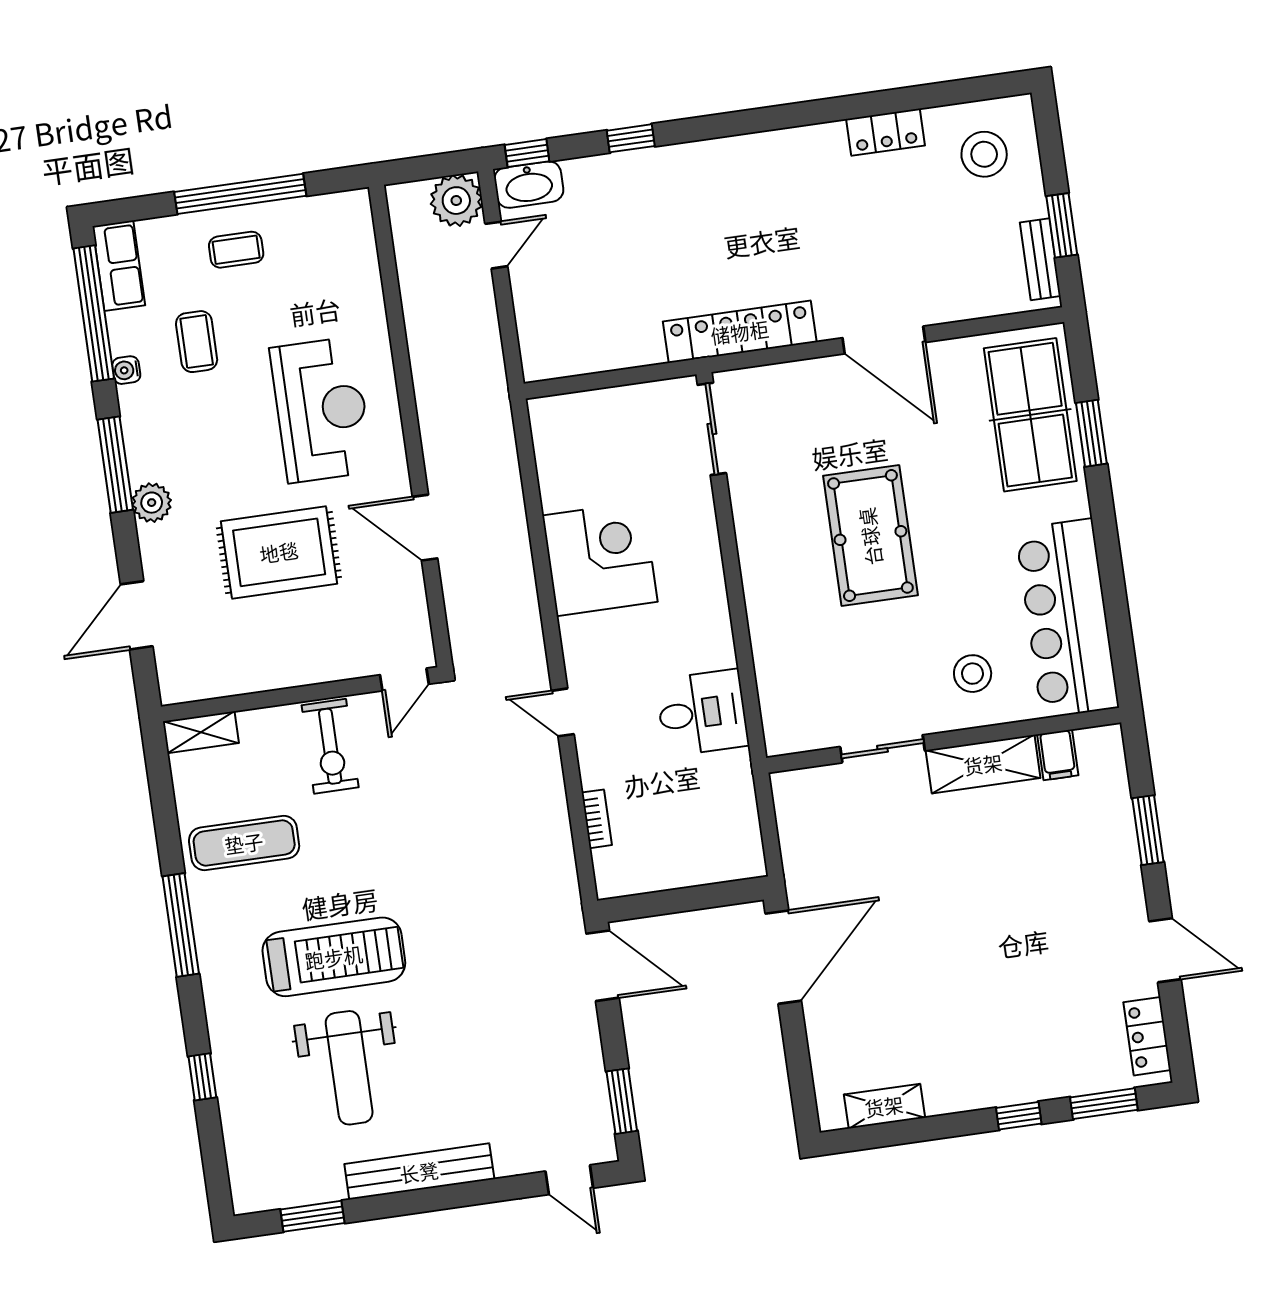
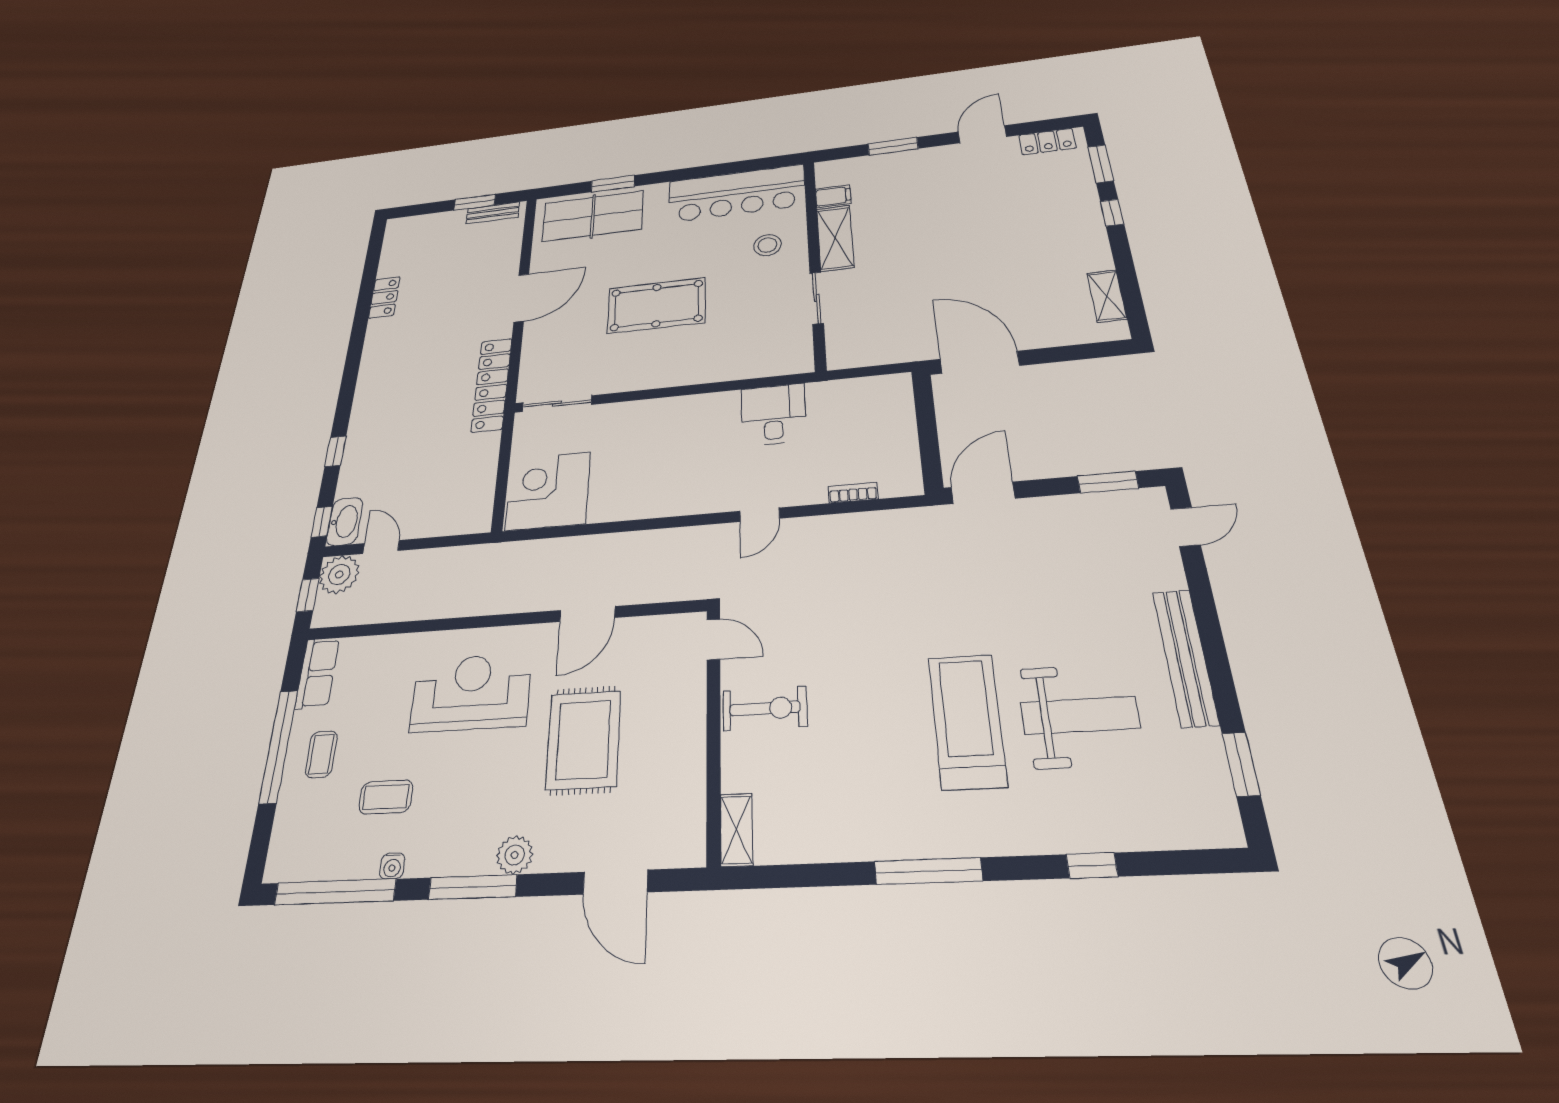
stool: (984, 154) -> (417, 244), removed
window: (427, 167) -> (308, 595), added
row of seats: (119, 266) -> (317, 673), moved, turned 90
corner desk: (600, 559) -> (548, 491), moved
exercise mat: (244, 843) -> (849, 798), removed

